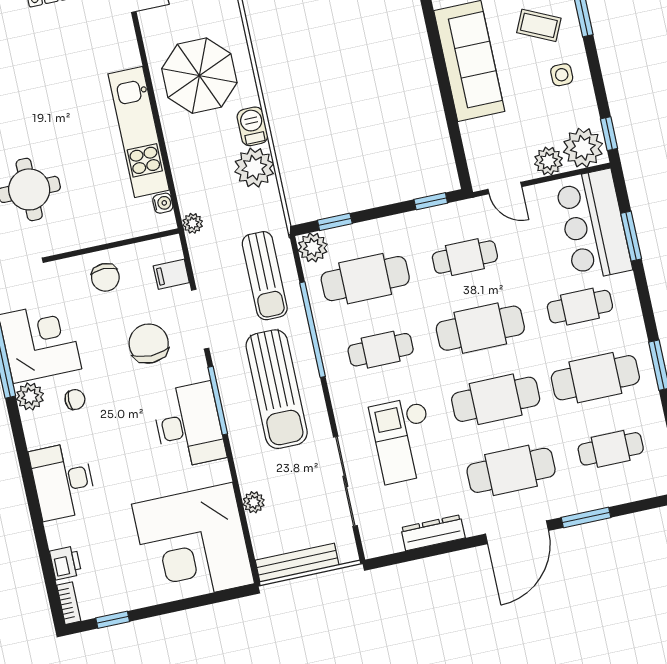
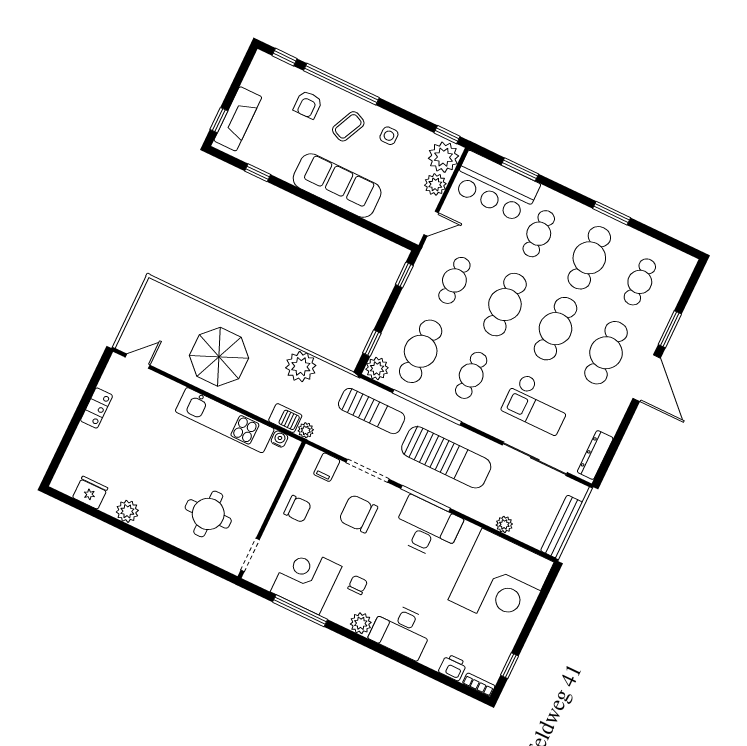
barbecue: (252, 126) -> (285, 418), moved, turned 180
plant: (30, 396) -> (361, 623), moved
dresser: (433, 533) -> (595, 455), moved

